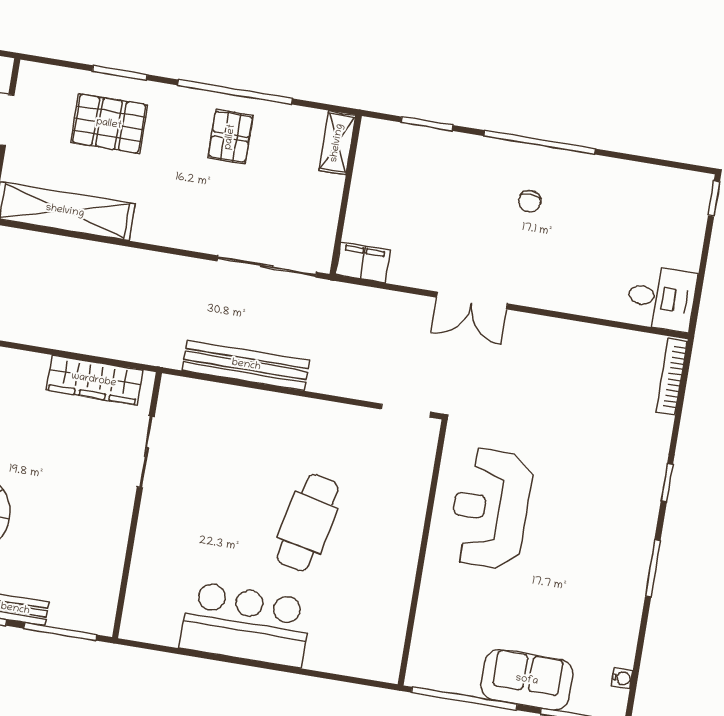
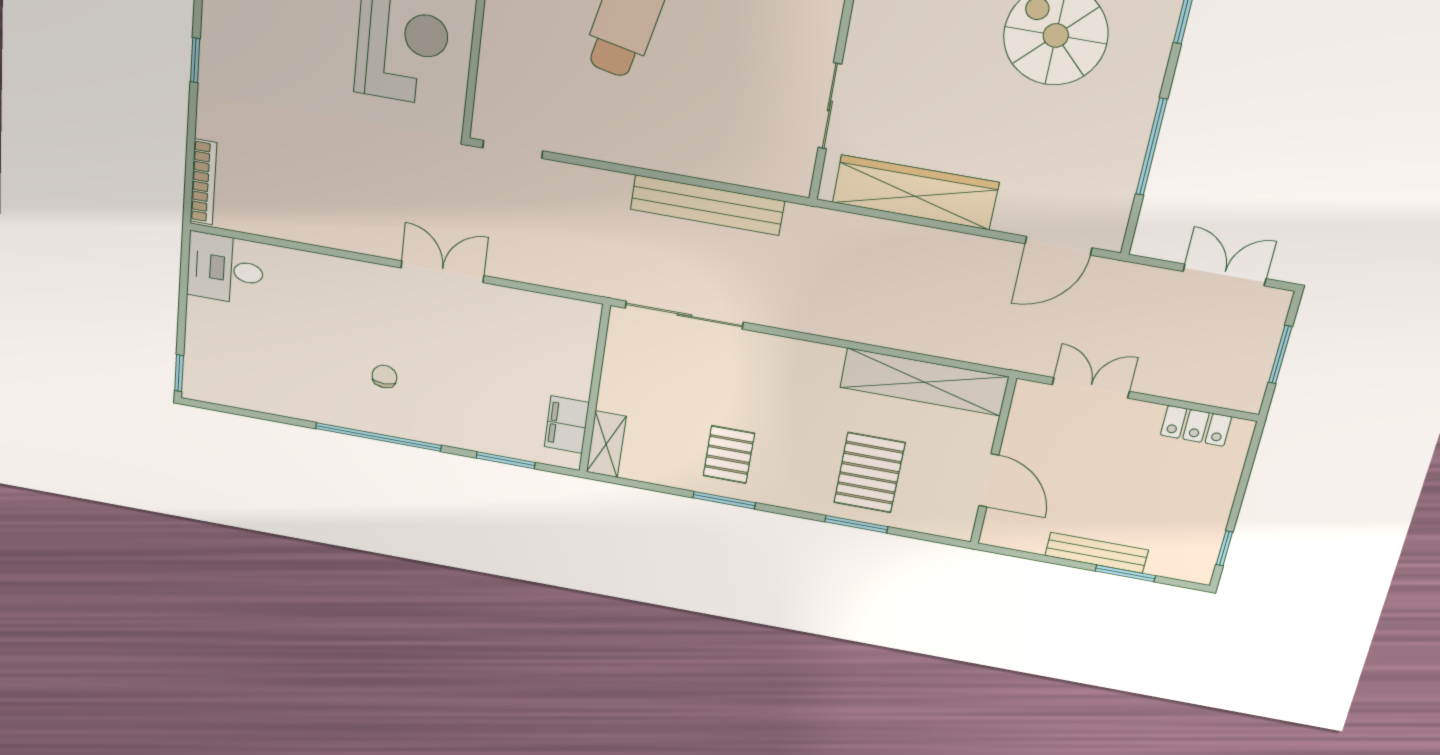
window: (235, 92) -> (724, 500), width x0.47
pallet: (109, 124) -> (869, 473), turned 90
filing cabinet: (363, 262) -> (567, 425), moved, turned 90
wardrobe: (94, 380) -> (916, 192), width x1.40, depth x1.17

